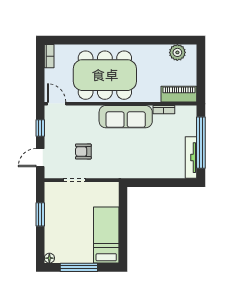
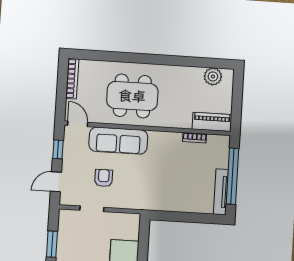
bookcase: (49, 56) -> (72, 79), width x1.56
dining table: (105, 75) -> (132, 96), width x0.73, depth x0.80
sofa: (126, 117) -> (118, 141), moved
armchair: (83, 152) -> (104, 178), turned 90

